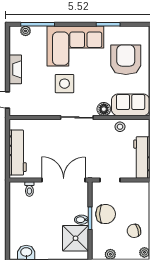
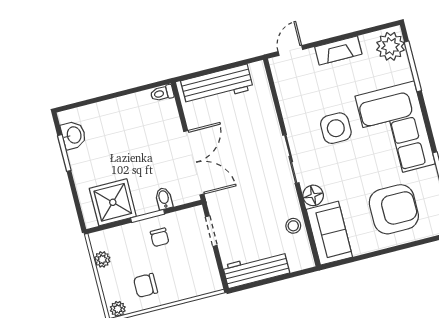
plant: (26, 31) -> (391, 46), width x1.88, depth x1.88
toilet: (29, 189) -> (162, 93), moved
chair: (106, 214) -> (160, 237), width x0.54, depth x0.54
bidet: (81, 220) -> (164, 199), moved
chair: (134, 231) -> (146, 285), turned -76

